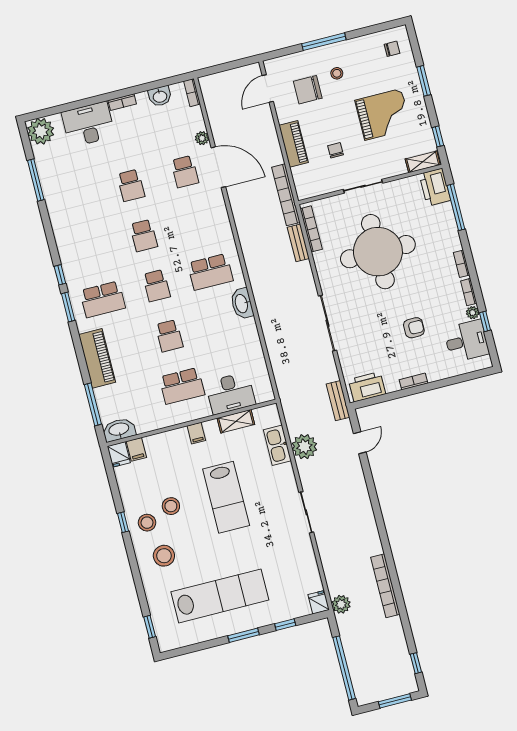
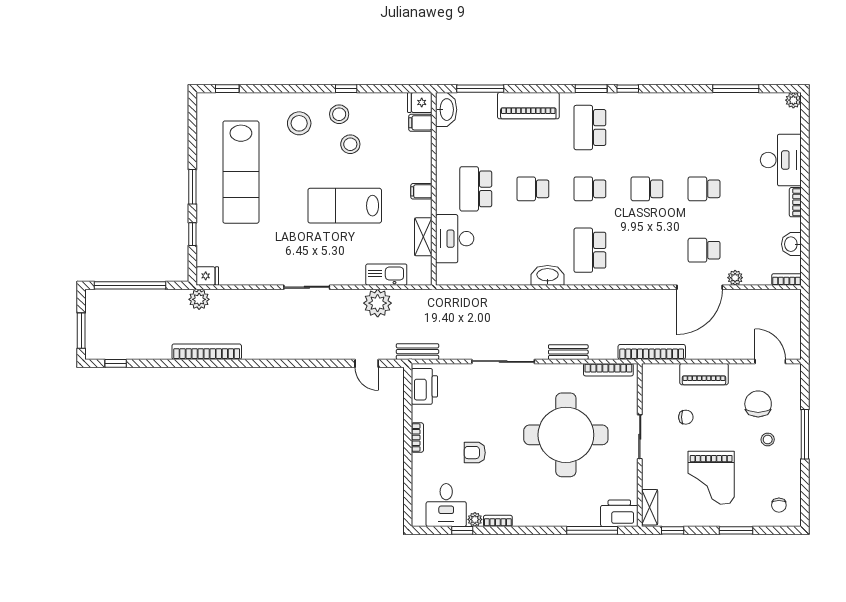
plant: (41, 131) -> (793, 100), width x0.53, depth x0.53
bench: (298, 243) -> (568, 352), moved
bookcase: (462, 264) -> (530, 521), removed
armchair: (414, 328) -> (475, 453), turned 90

